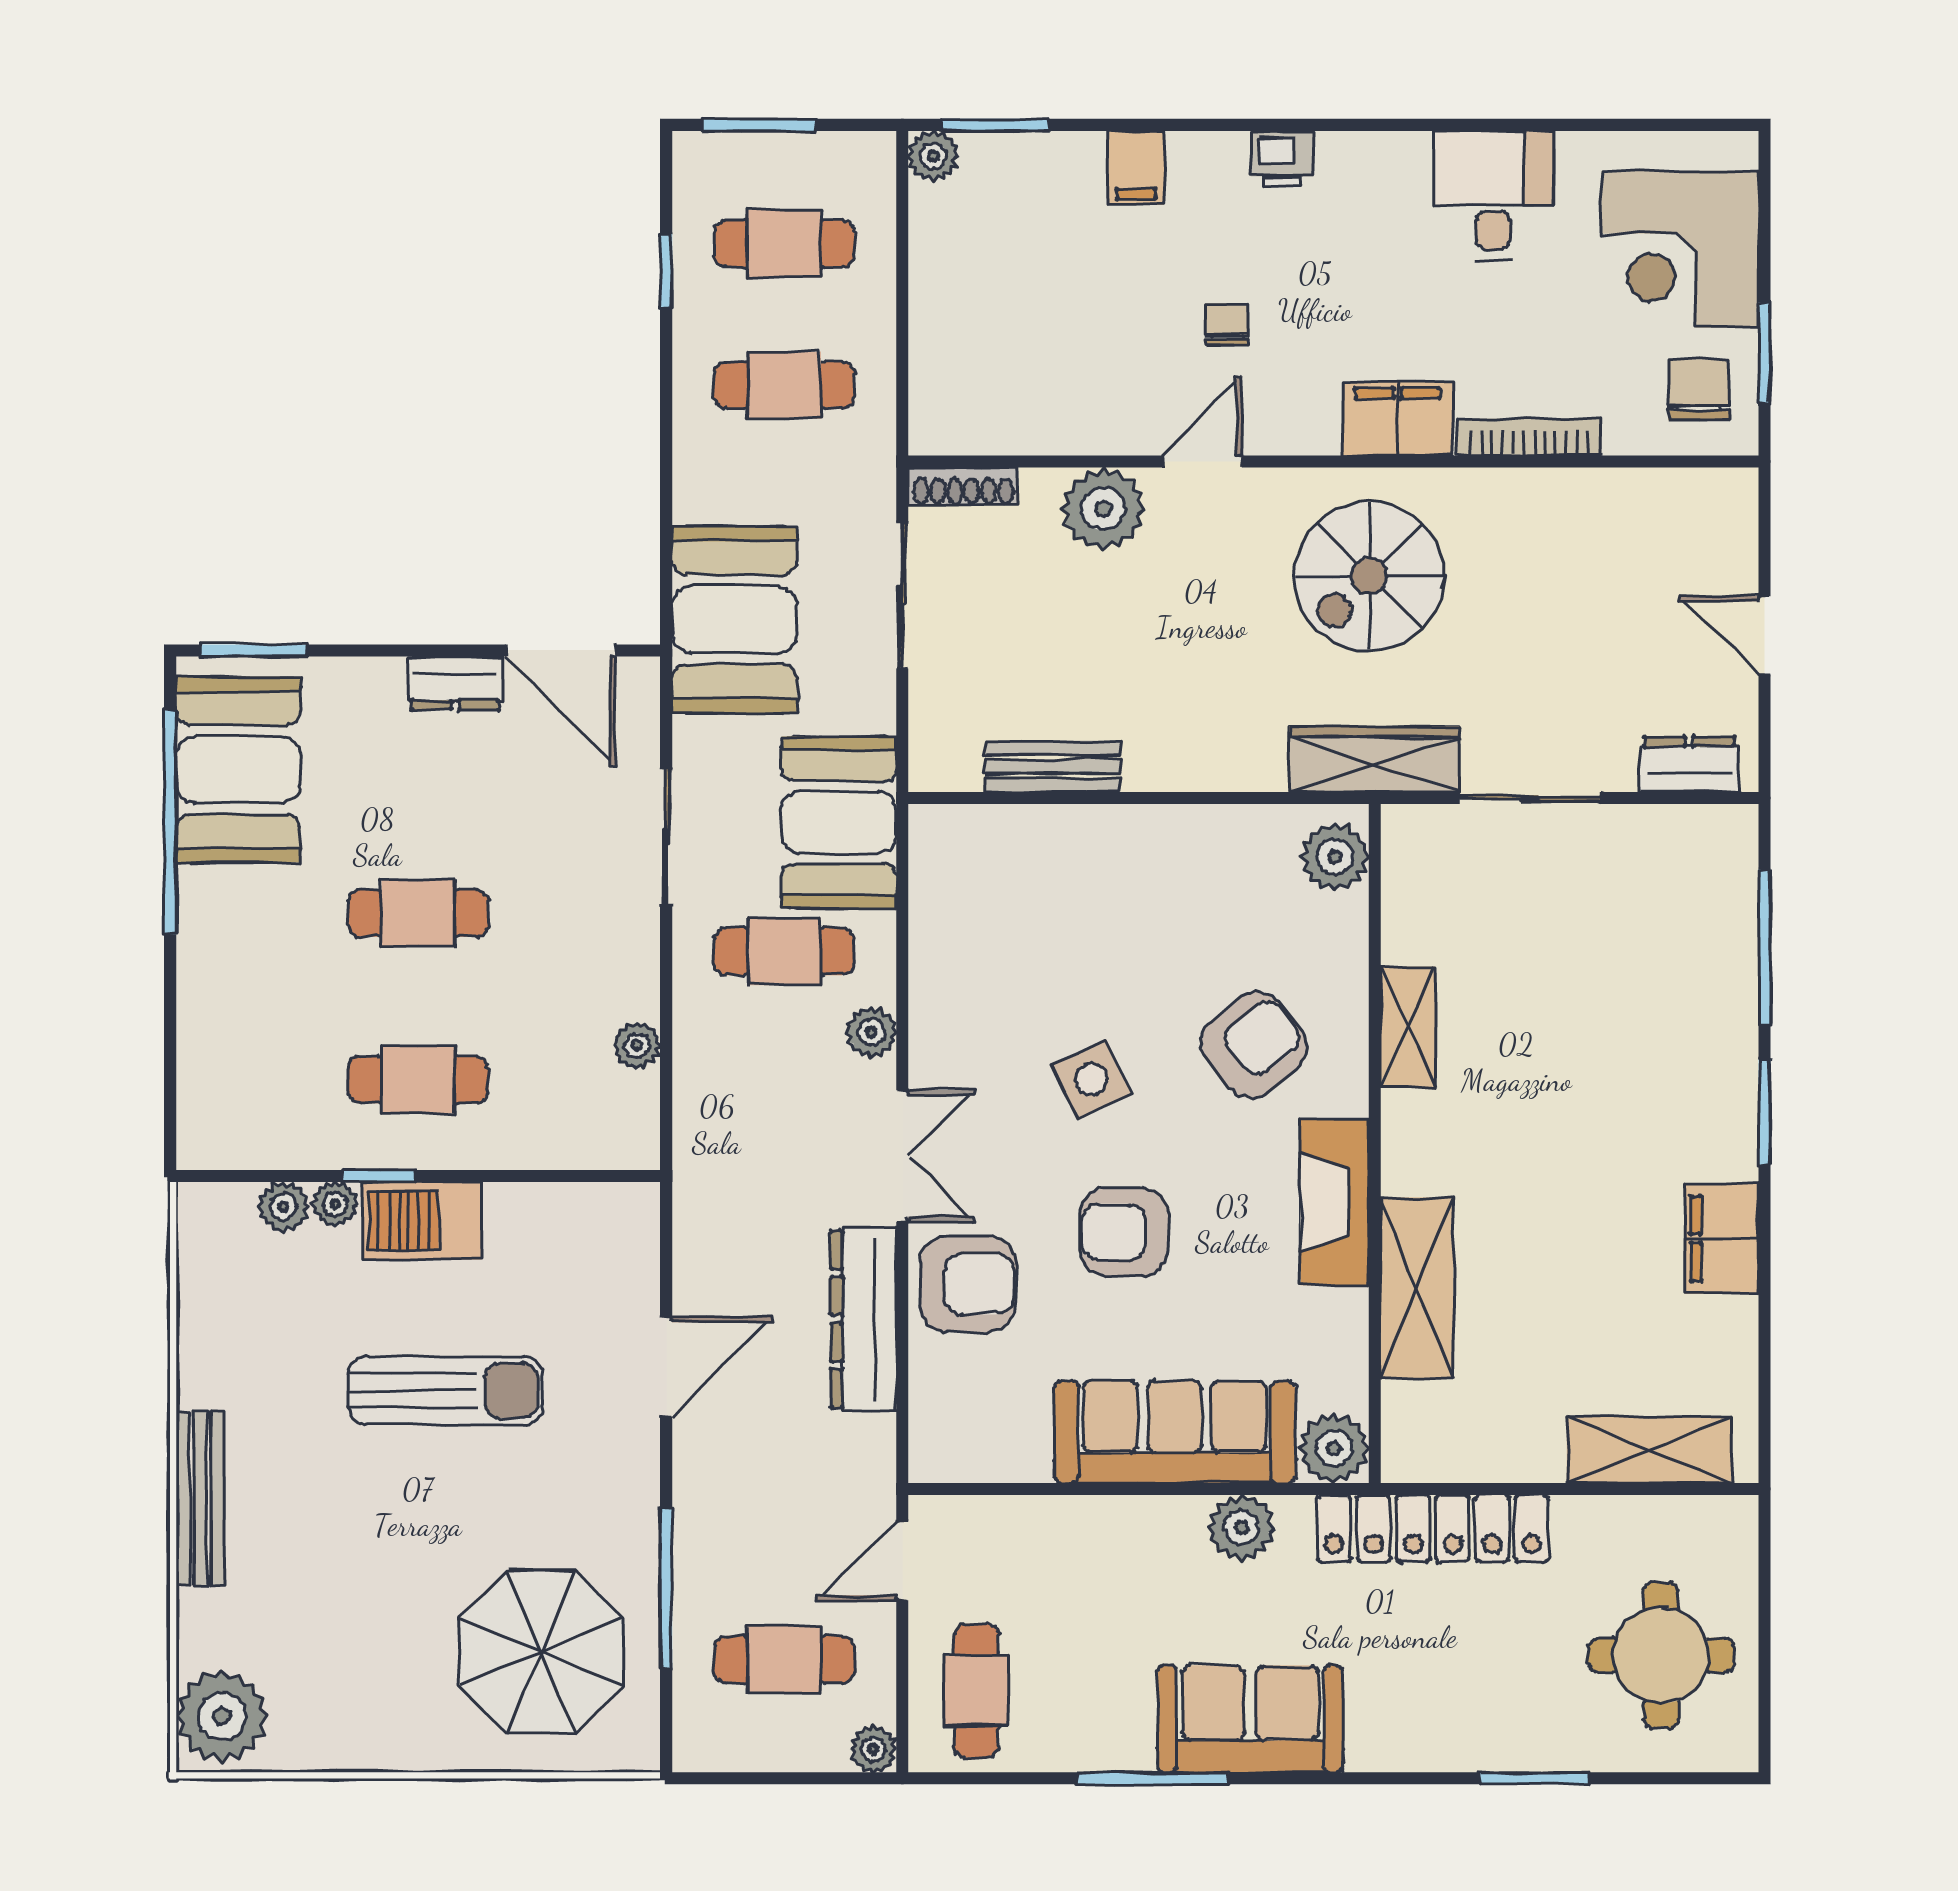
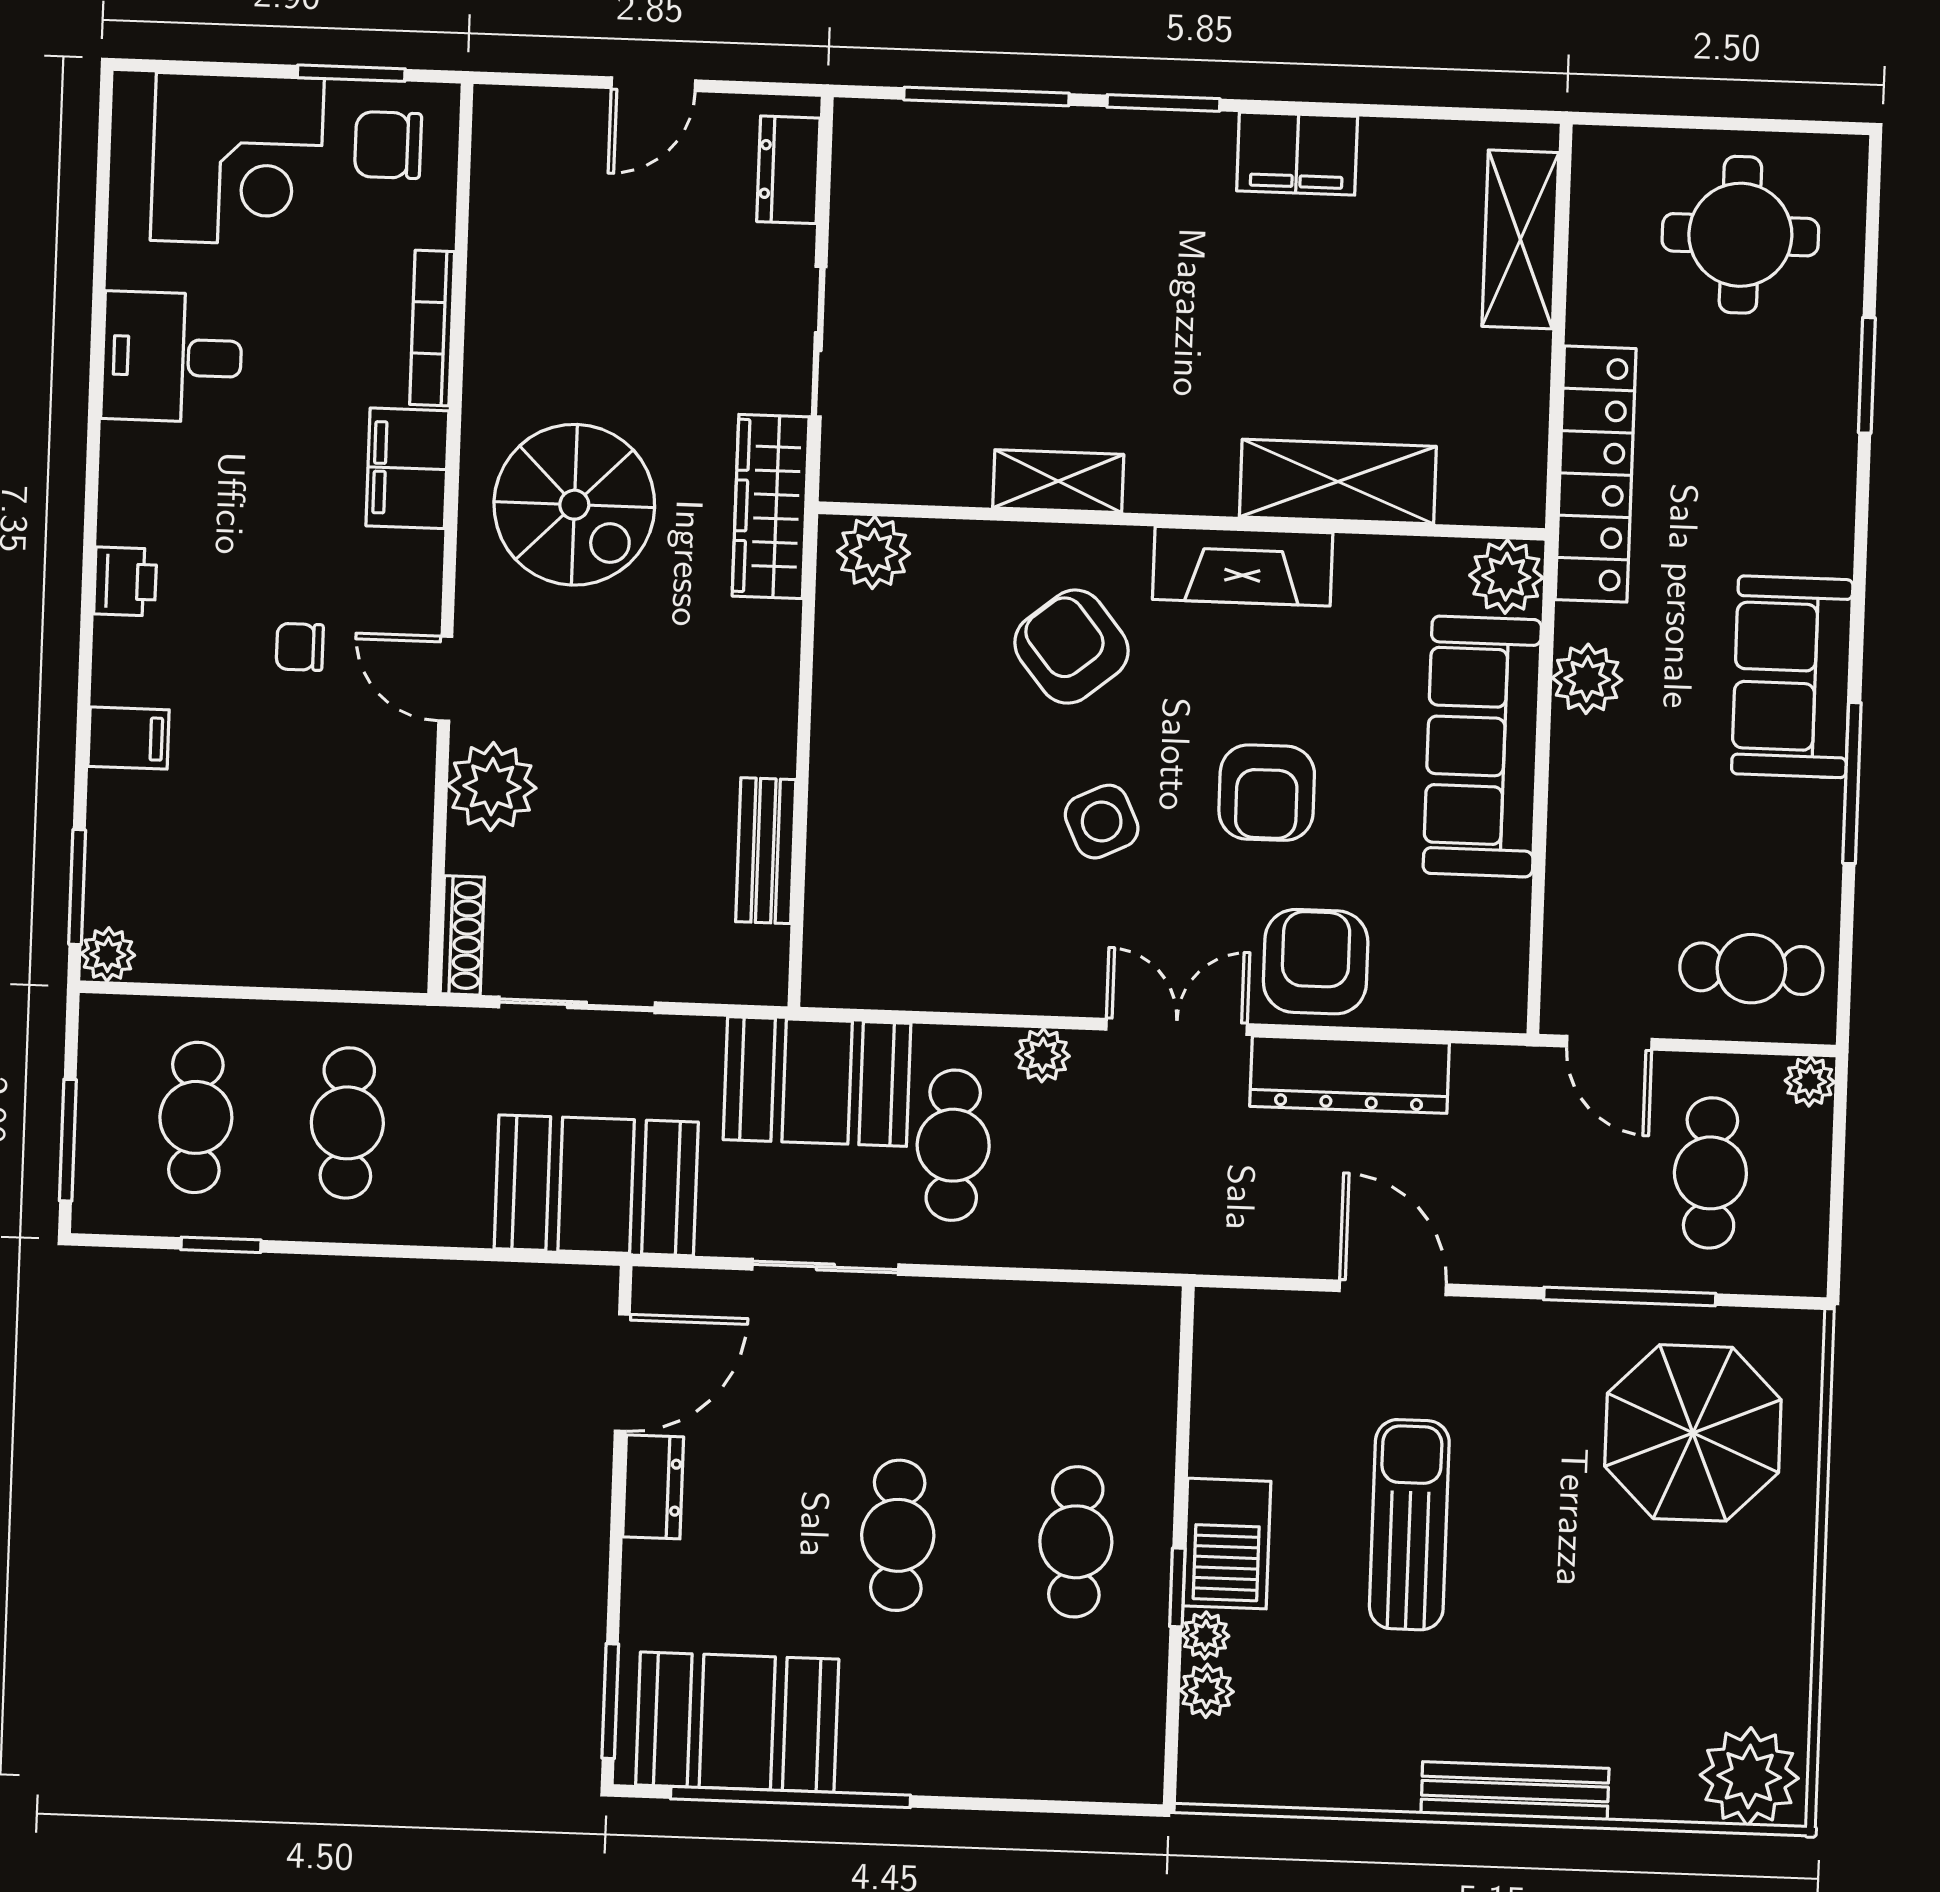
plant: (637, 1045) -> (1048, 1307), removed

